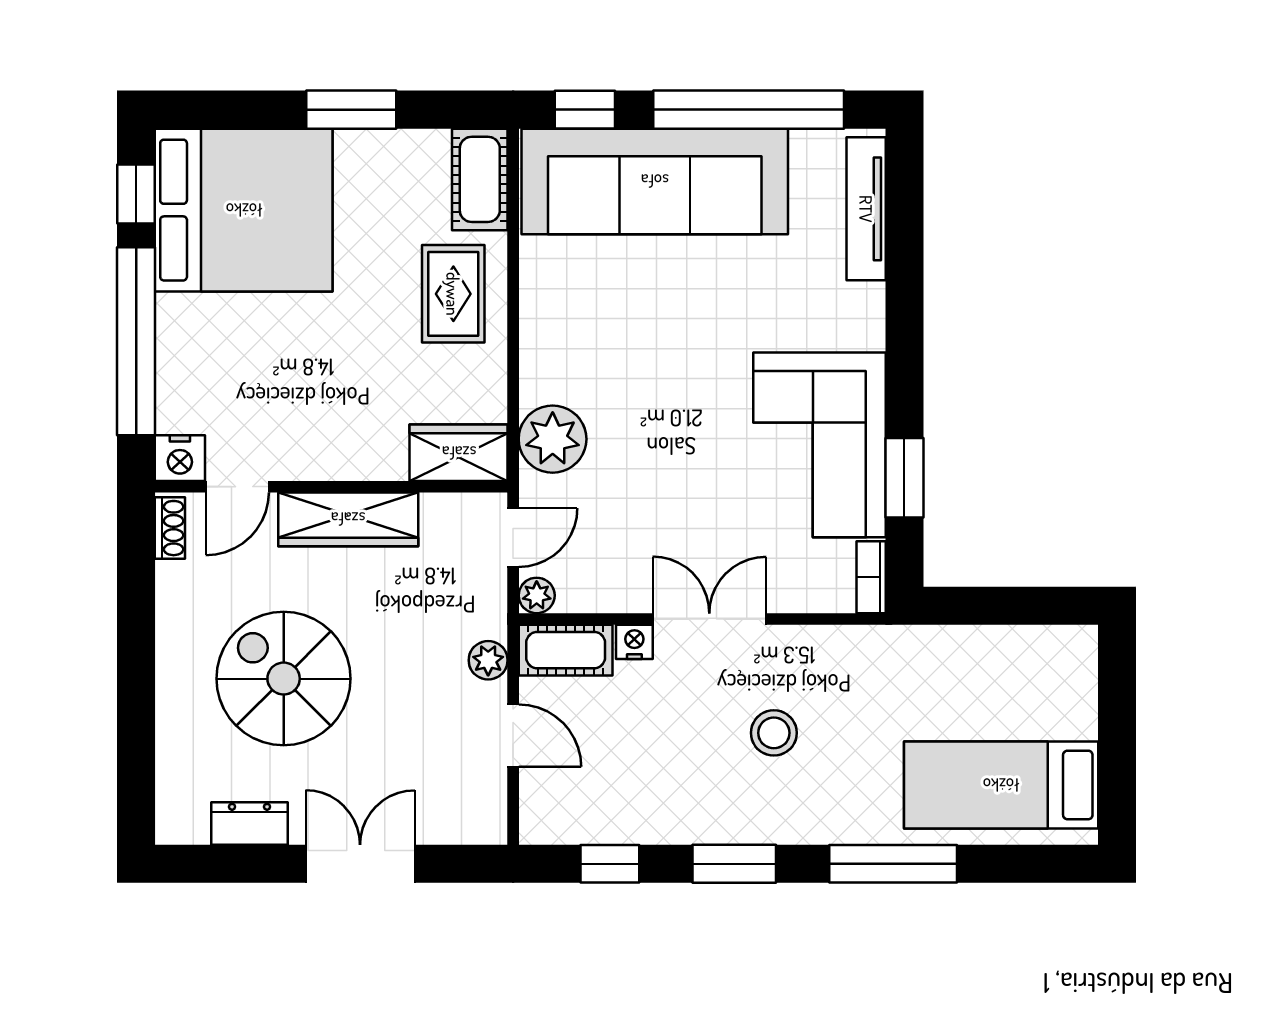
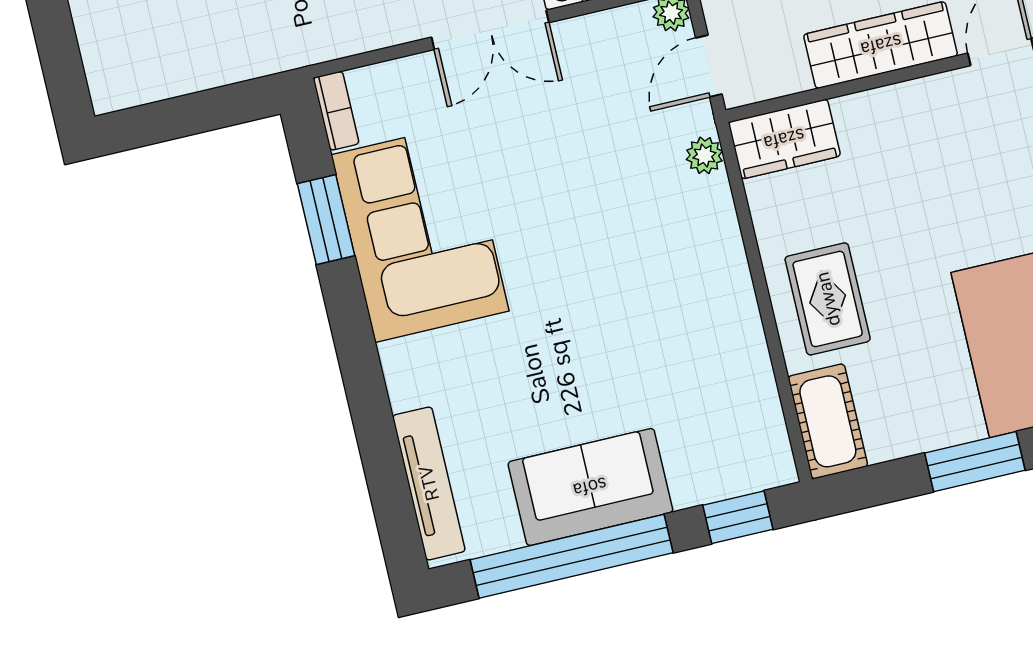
sofa: (655, 181) -> (590, 487), width x0.54, depth x0.79
plant: (553, 439) -> (704, 155), width x0.53, depth x0.53

